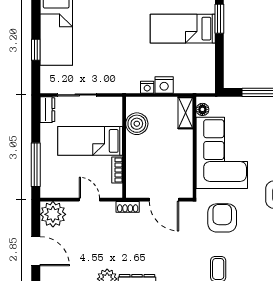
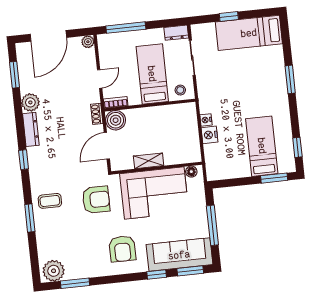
stool: (111, 112) -> (180, 90), added
shelving: (185, 113) -> (149, 161), moved
boiler: (137, 124) -> (116, 120), moved
bookcase: (117, 170) -> (116, 102), moved
plant: (53, 214) -> (88, 42), width x0.53, depth x0.53
door: (36, 251) -> (48, 36), width x1.36

